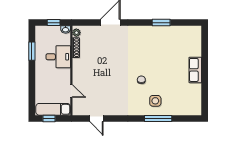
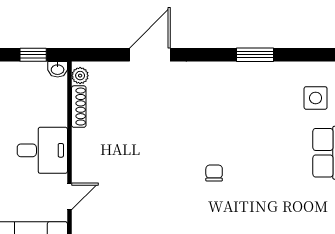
desk: (58, 57) -> (42, 150), moved
door: (71, 91) -> (69, 196), hinge flipped
side table: (155, 101) -> (316, 98), moved

